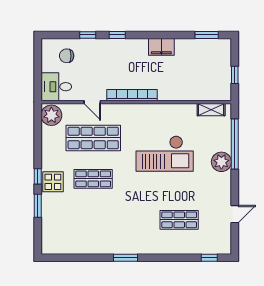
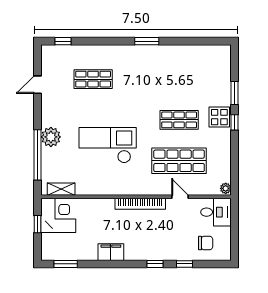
corner desk: (214, 83) -> (58, 215), added
plant: (51, 115) -> (226, 188), width x0.53, depth x0.53

